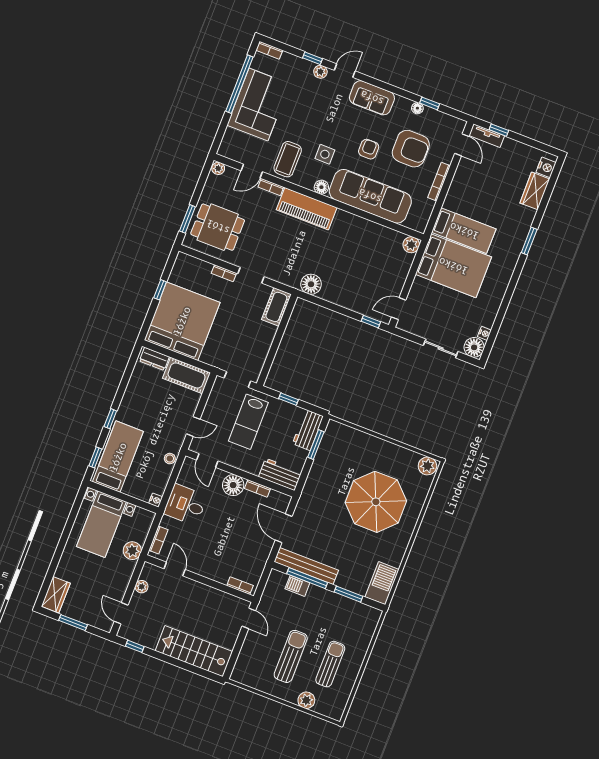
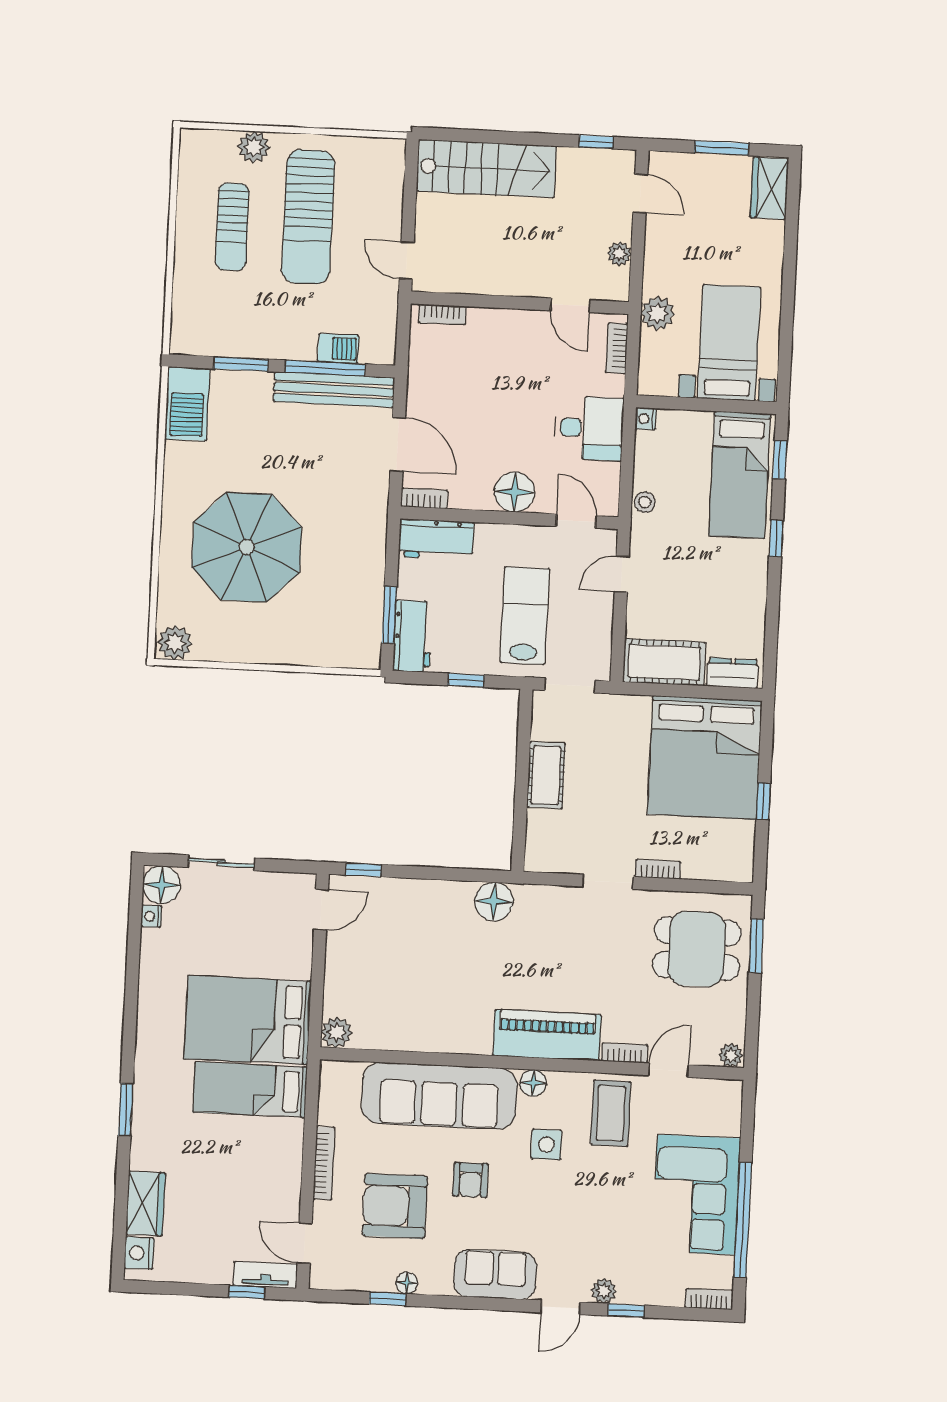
cot: (276, 307) -> (546, 775), moved
bookcase: (258, 488) -> (424, 498), moved
sun lounger: (291, 656) -> (308, 217), width x1.36, depth x1.34

